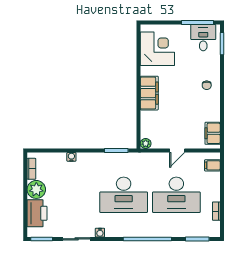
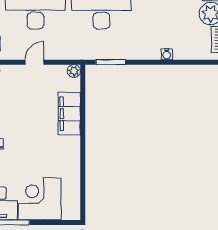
corner desk: (157, 49) -> (40, 199), moved, turned 90
filing cabinet: (149, 93) -> (69, 114), moved

